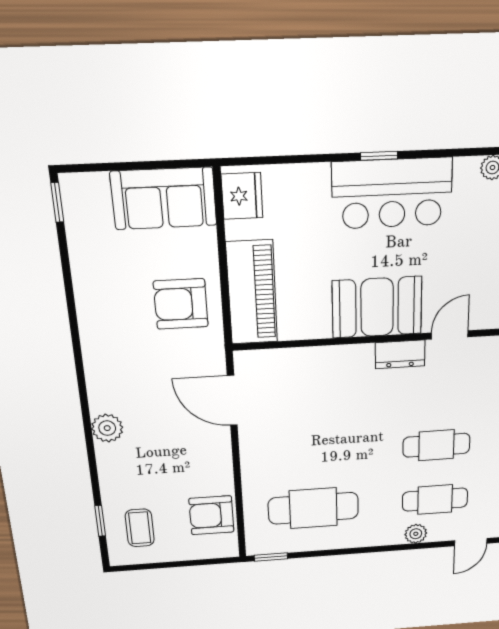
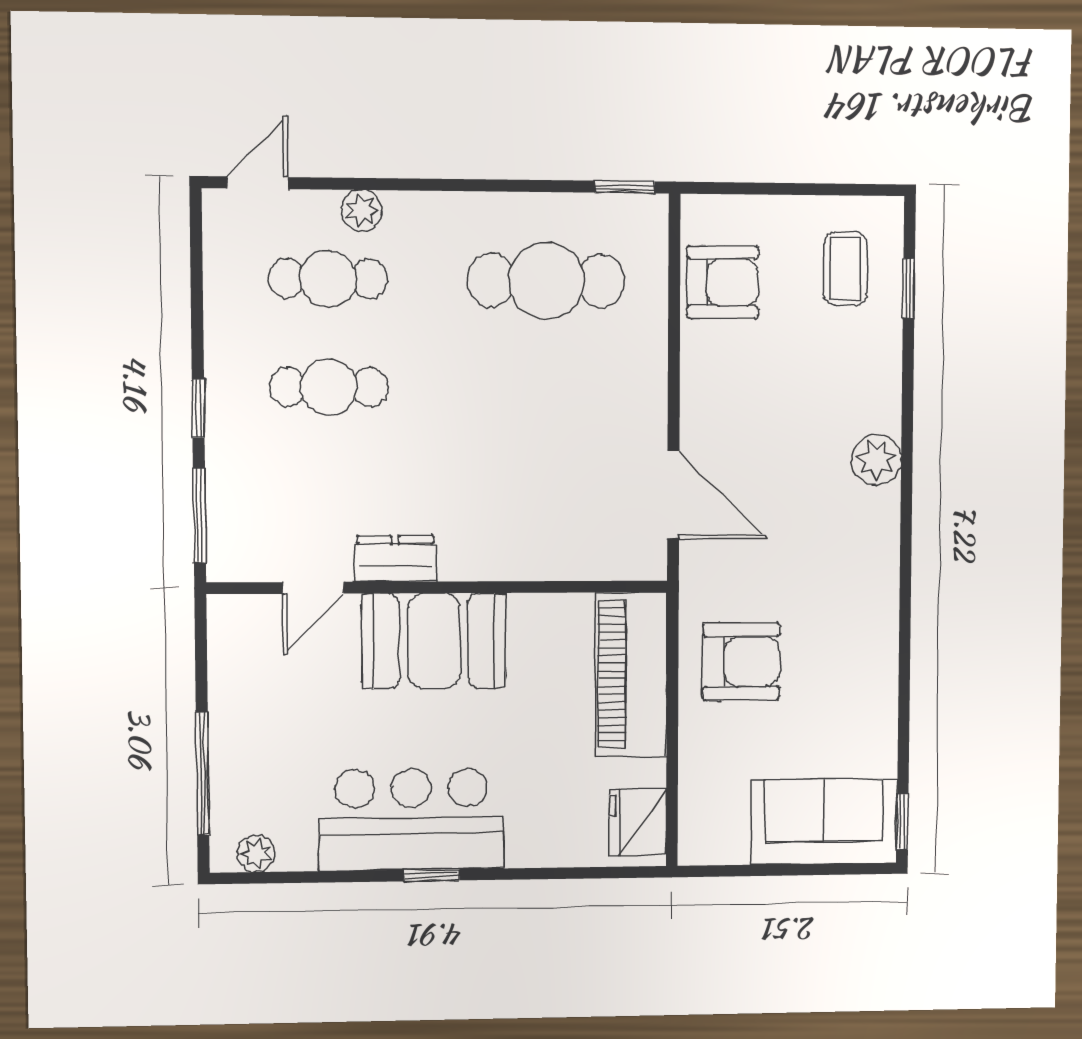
sofa: (164, 198) -> (824, 822), moved

